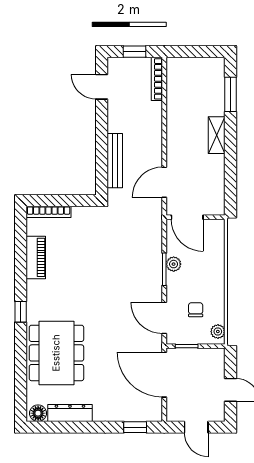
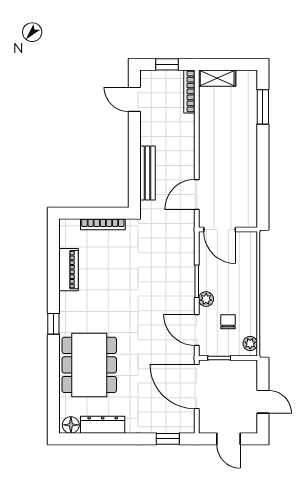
shelving: (217, 135) -> (217, 78), moved, turned 90
bookcase: (49, 212) -> (103, 224), moved
plant: (174, 264) -> (206, 299), moved

